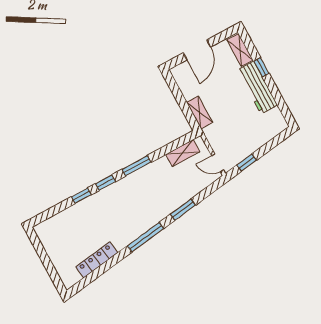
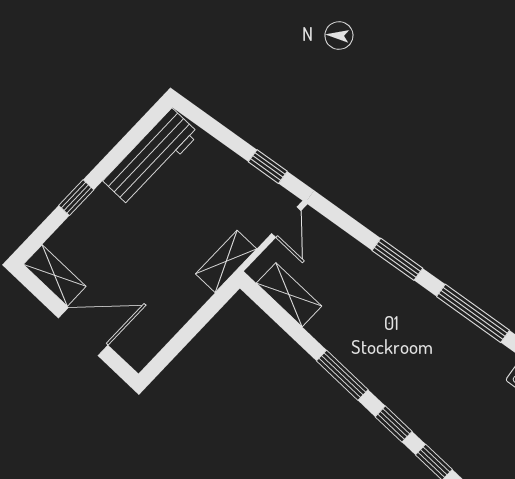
shelving: (240, 50) -> (55, 275), moved, turned 90
workbench: (257, 88) -> (151, 157), moved
shelving: (200, 112) -> (226, 261), moved

